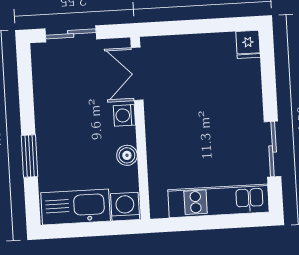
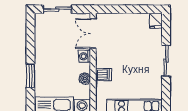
dishwasher: (160, 146) -> (104, 75), added
sliding door: (273, 149) -> (166, 61), moved

